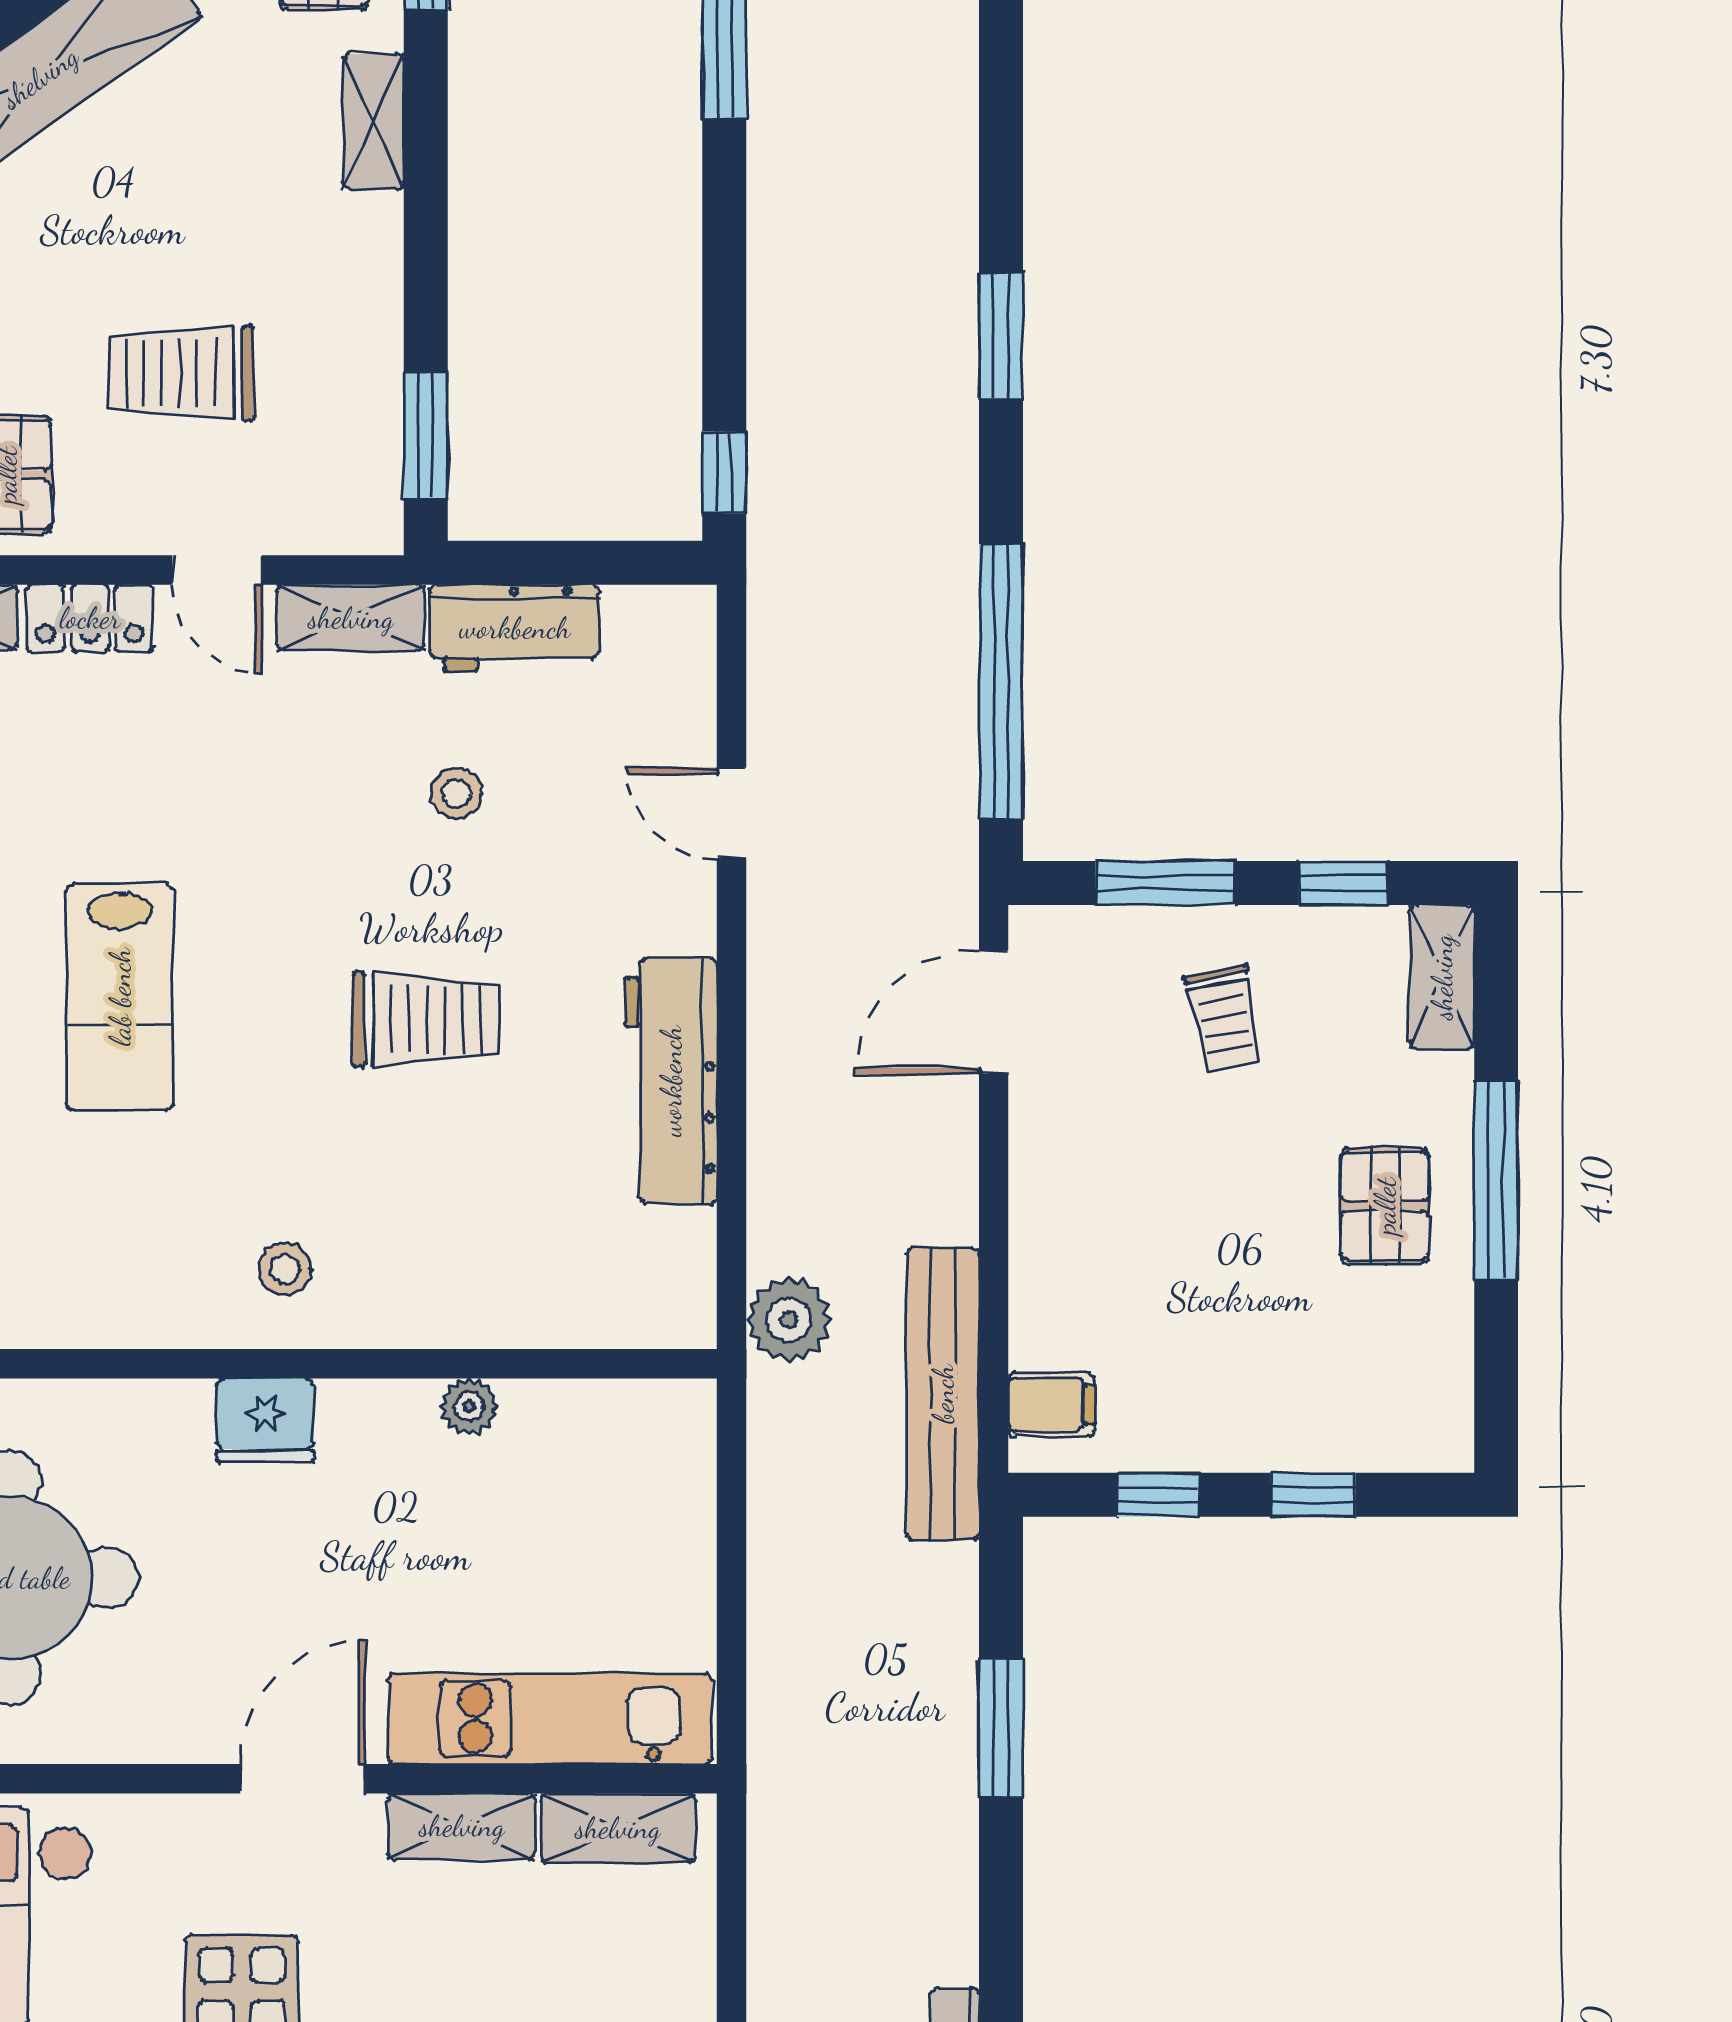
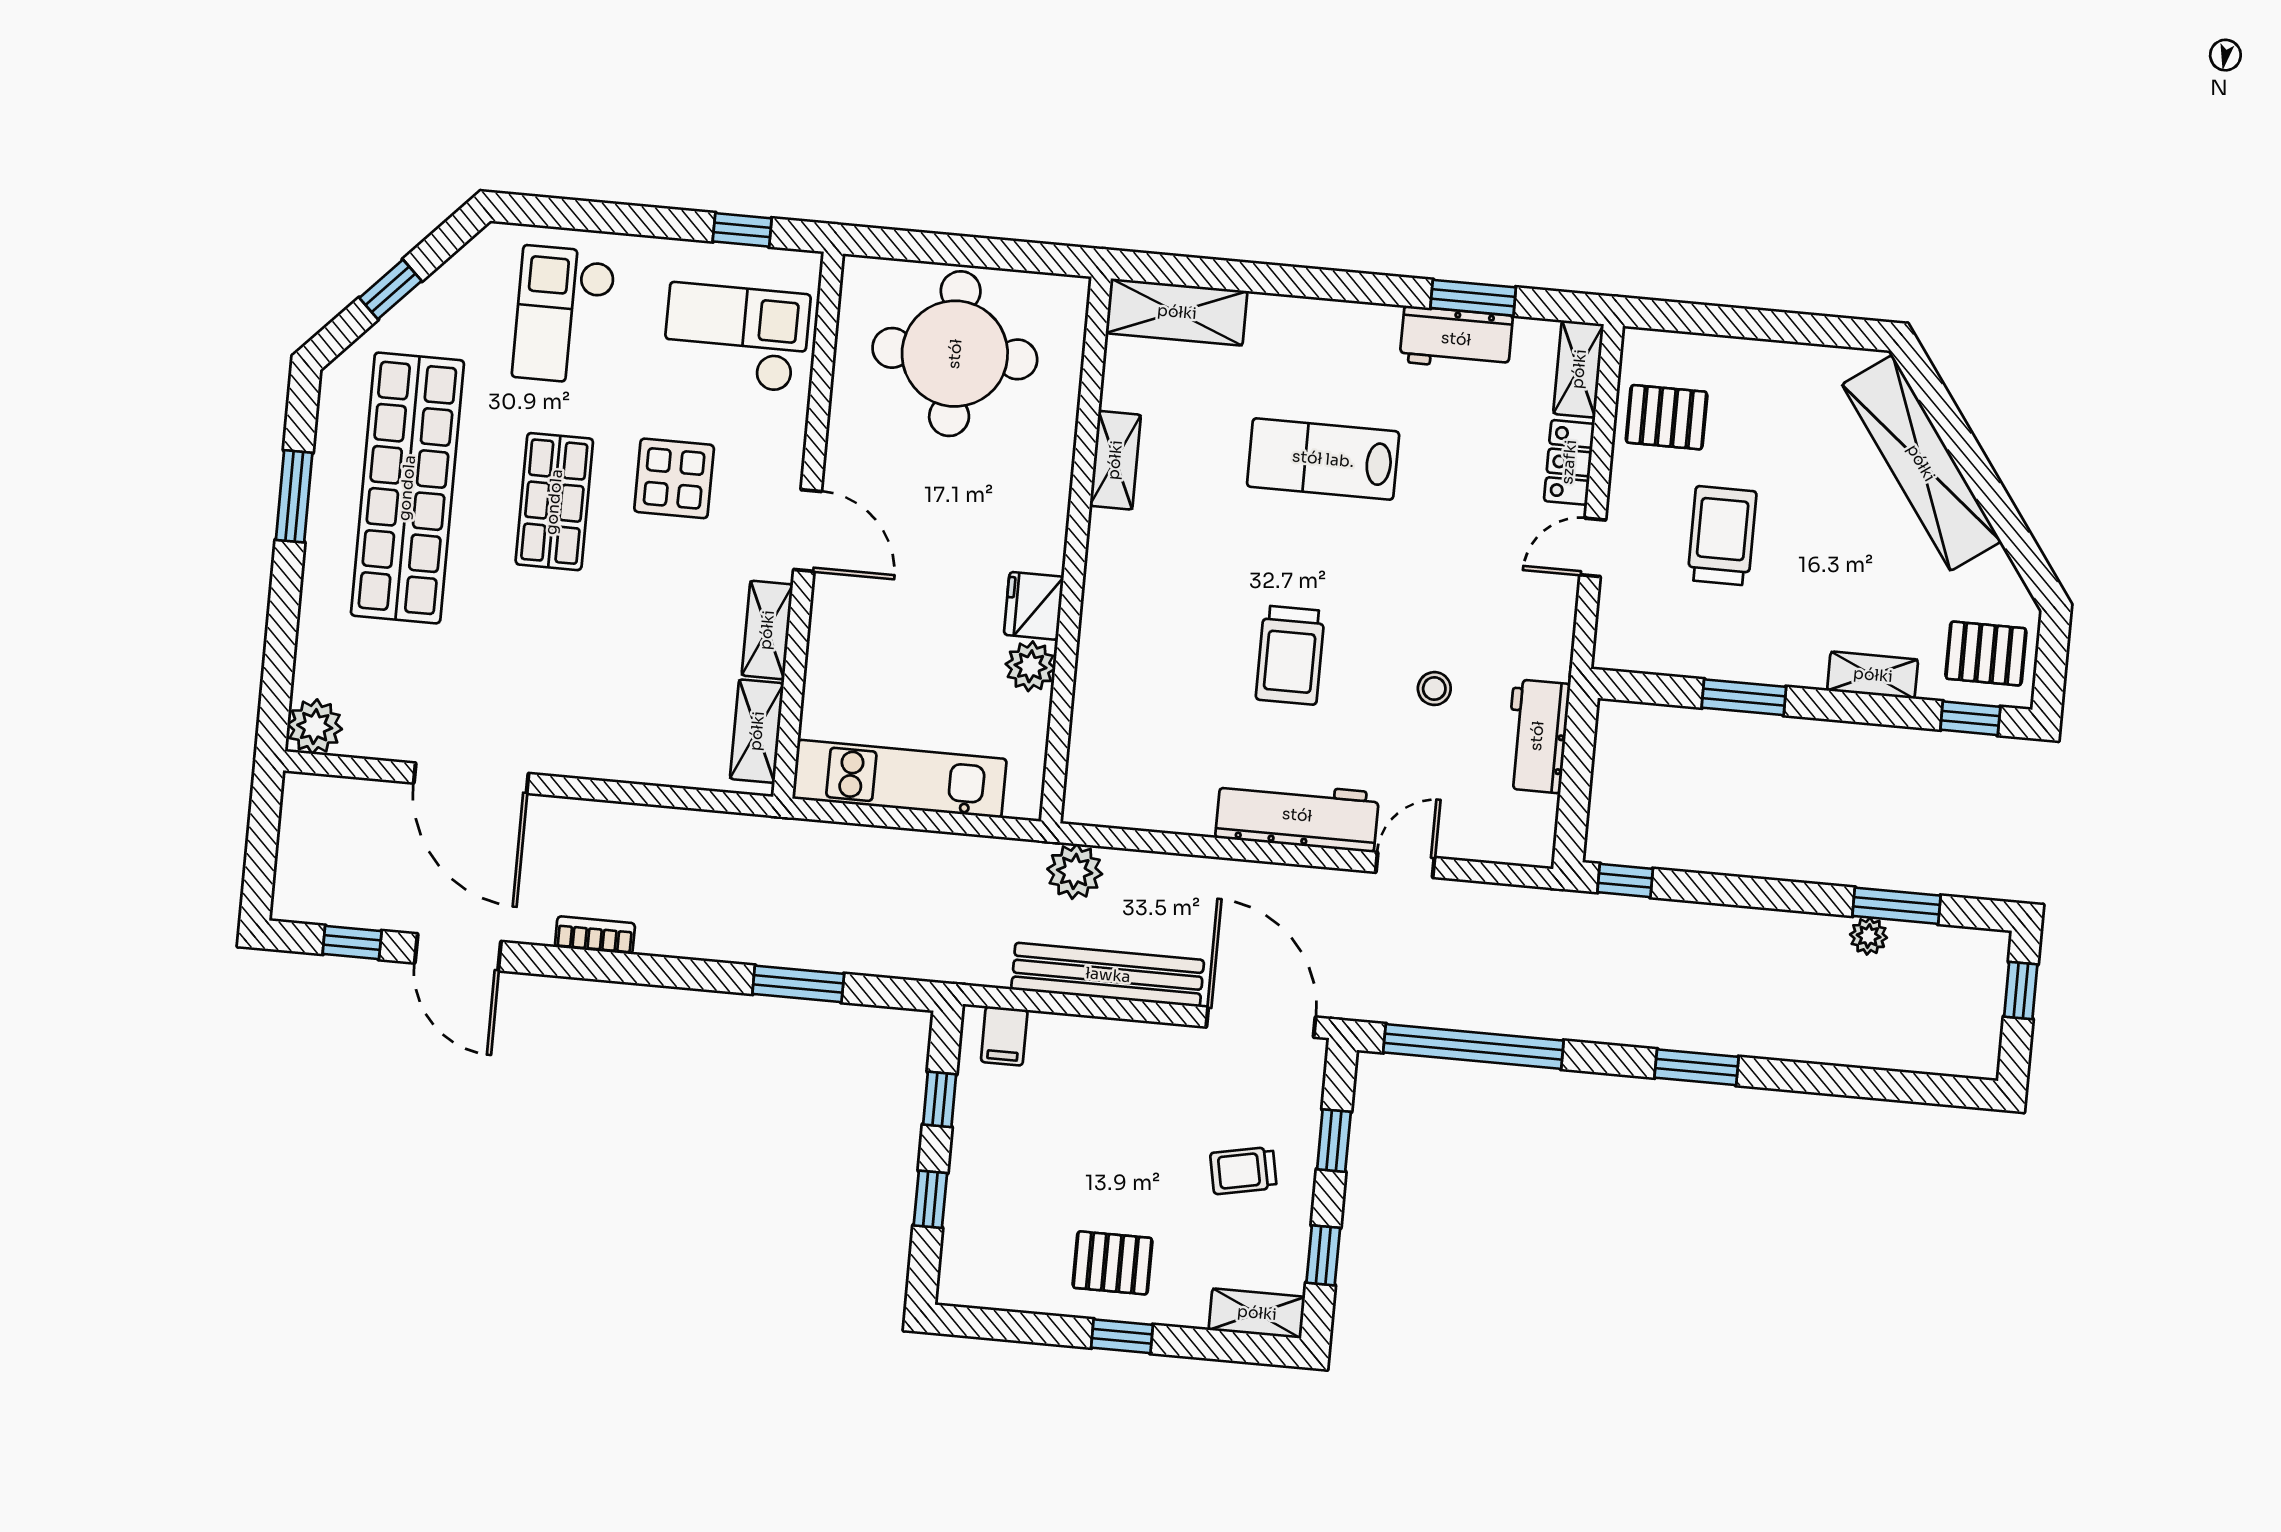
plant: (775, 91) -> (1869, 936), added
window: (426, 435) -> (1744, 697), moved
shelving: (351, 618) -> (1115, 460), moved
window: (1165, 883) -> (1334, 1141), width x0.67
door: (994, 1012) -> (1261, 1022), width x1.36
workbench: (671, 1081) -> (1297, 815), moved
window: (1496, 1181) -> (1122, 1336), width x0.46
stool: (285, 1269) -> (1138, 549), removed
bench: (943, 1394) -> (1108, 975), moved
plant: (469, 1406) -> (1030, 666), width x1.38, depth x1.38
fridge: (265, 1420) -> (1034, 606), moved
kitchen unit: (550, 1719) -> (899, 779), moved, turned -90

